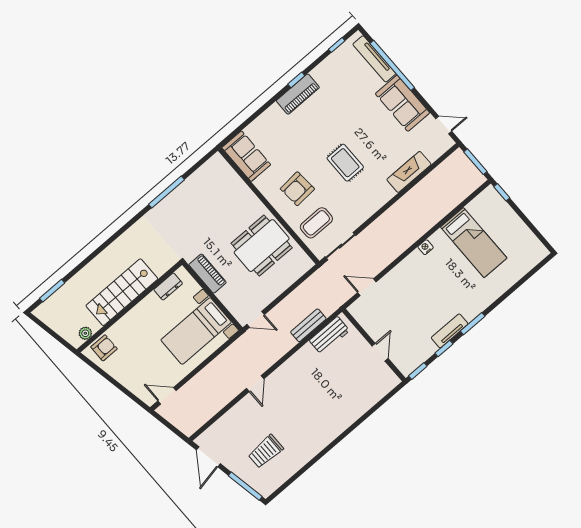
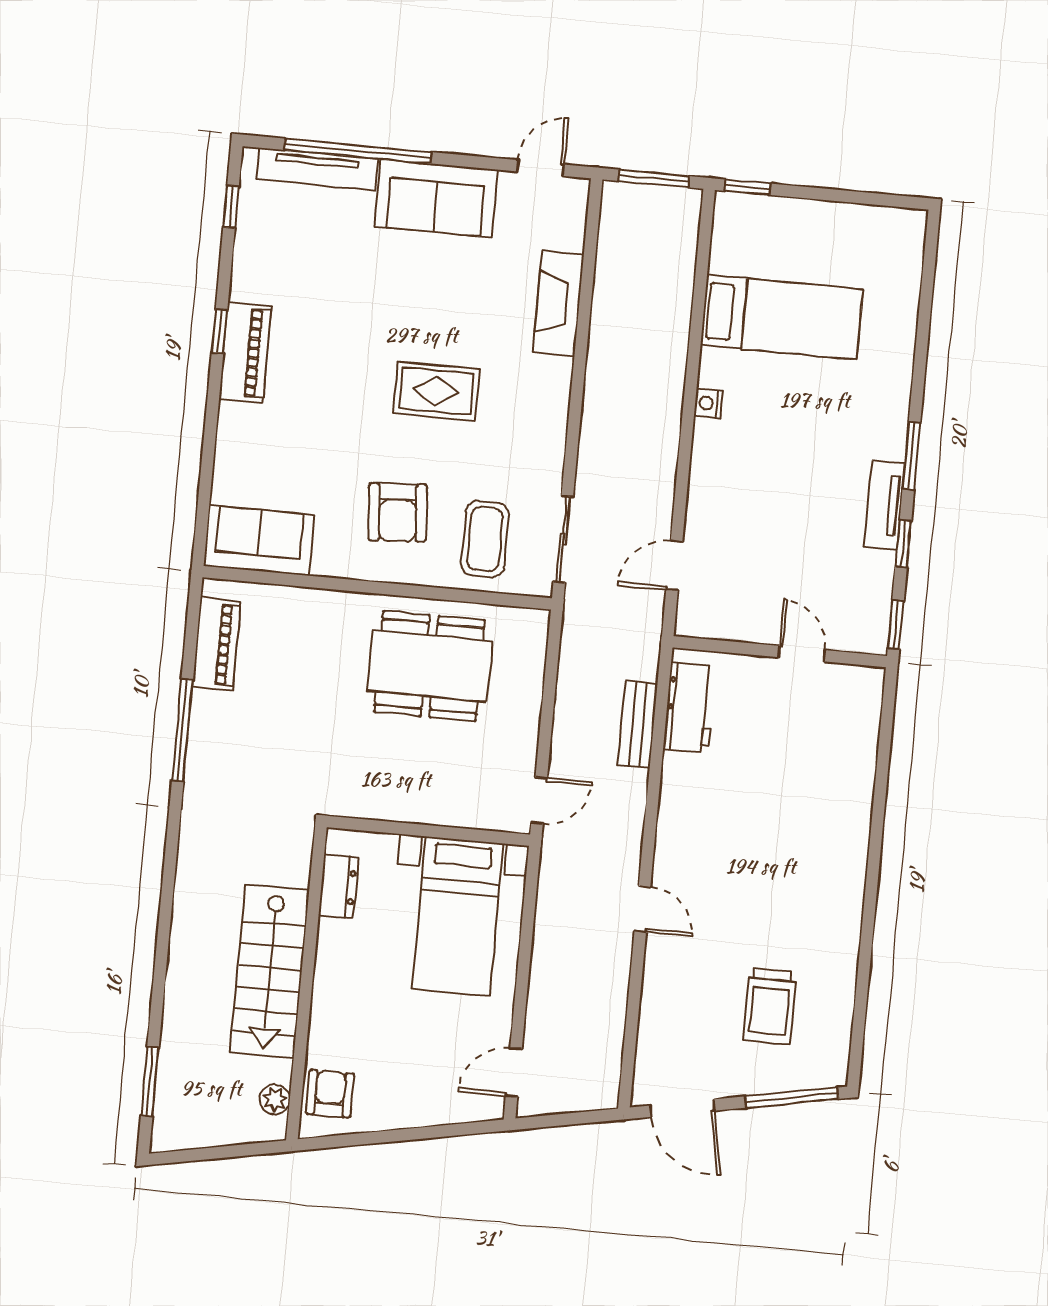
dining table: (262, 246) -> (430, 666), turned 90
piano: (208, 274) -> (216, 644), moved, turned 90

